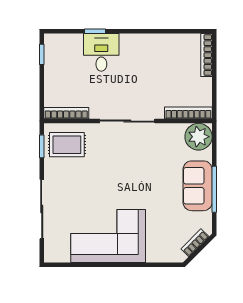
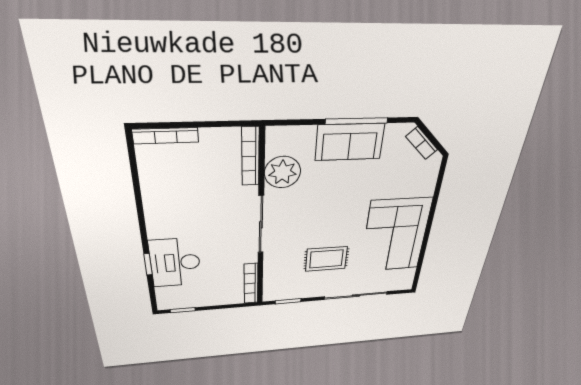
desk: (101, 52) -> (175, 263), width x1.37
plant: (199, 137) -> (283, 172), moved
rug: (67, 145) -> (326, 259), moved, turned 90

